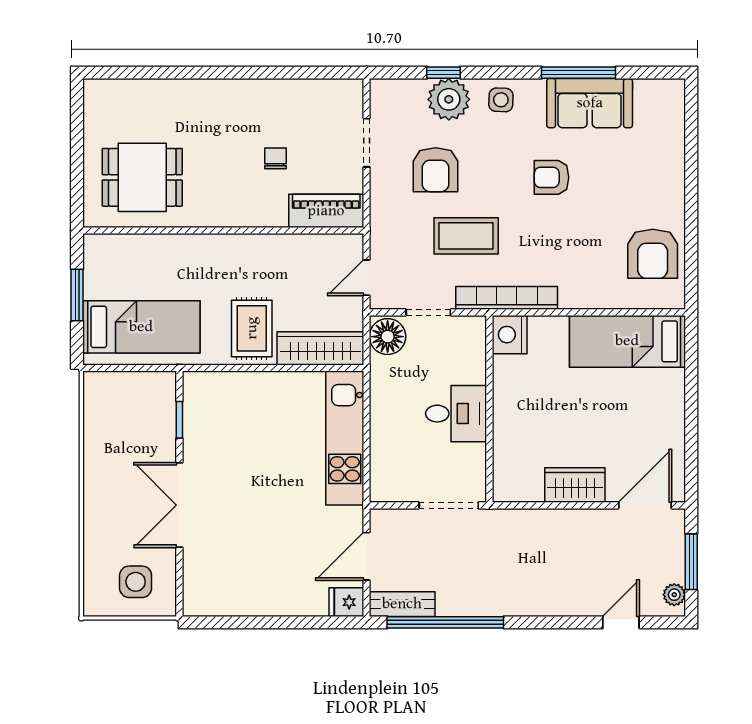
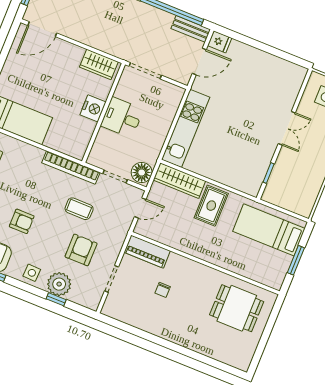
coffee table: (466, 236) -> (79, 209), width x0.73, depth x0.77
nightstand: (510, 335) -> (93, 108), moved
wardrobe: (575, 485) -> (99, 64), moved
double door: (179, 505) -> (287, 128), width x0.73

